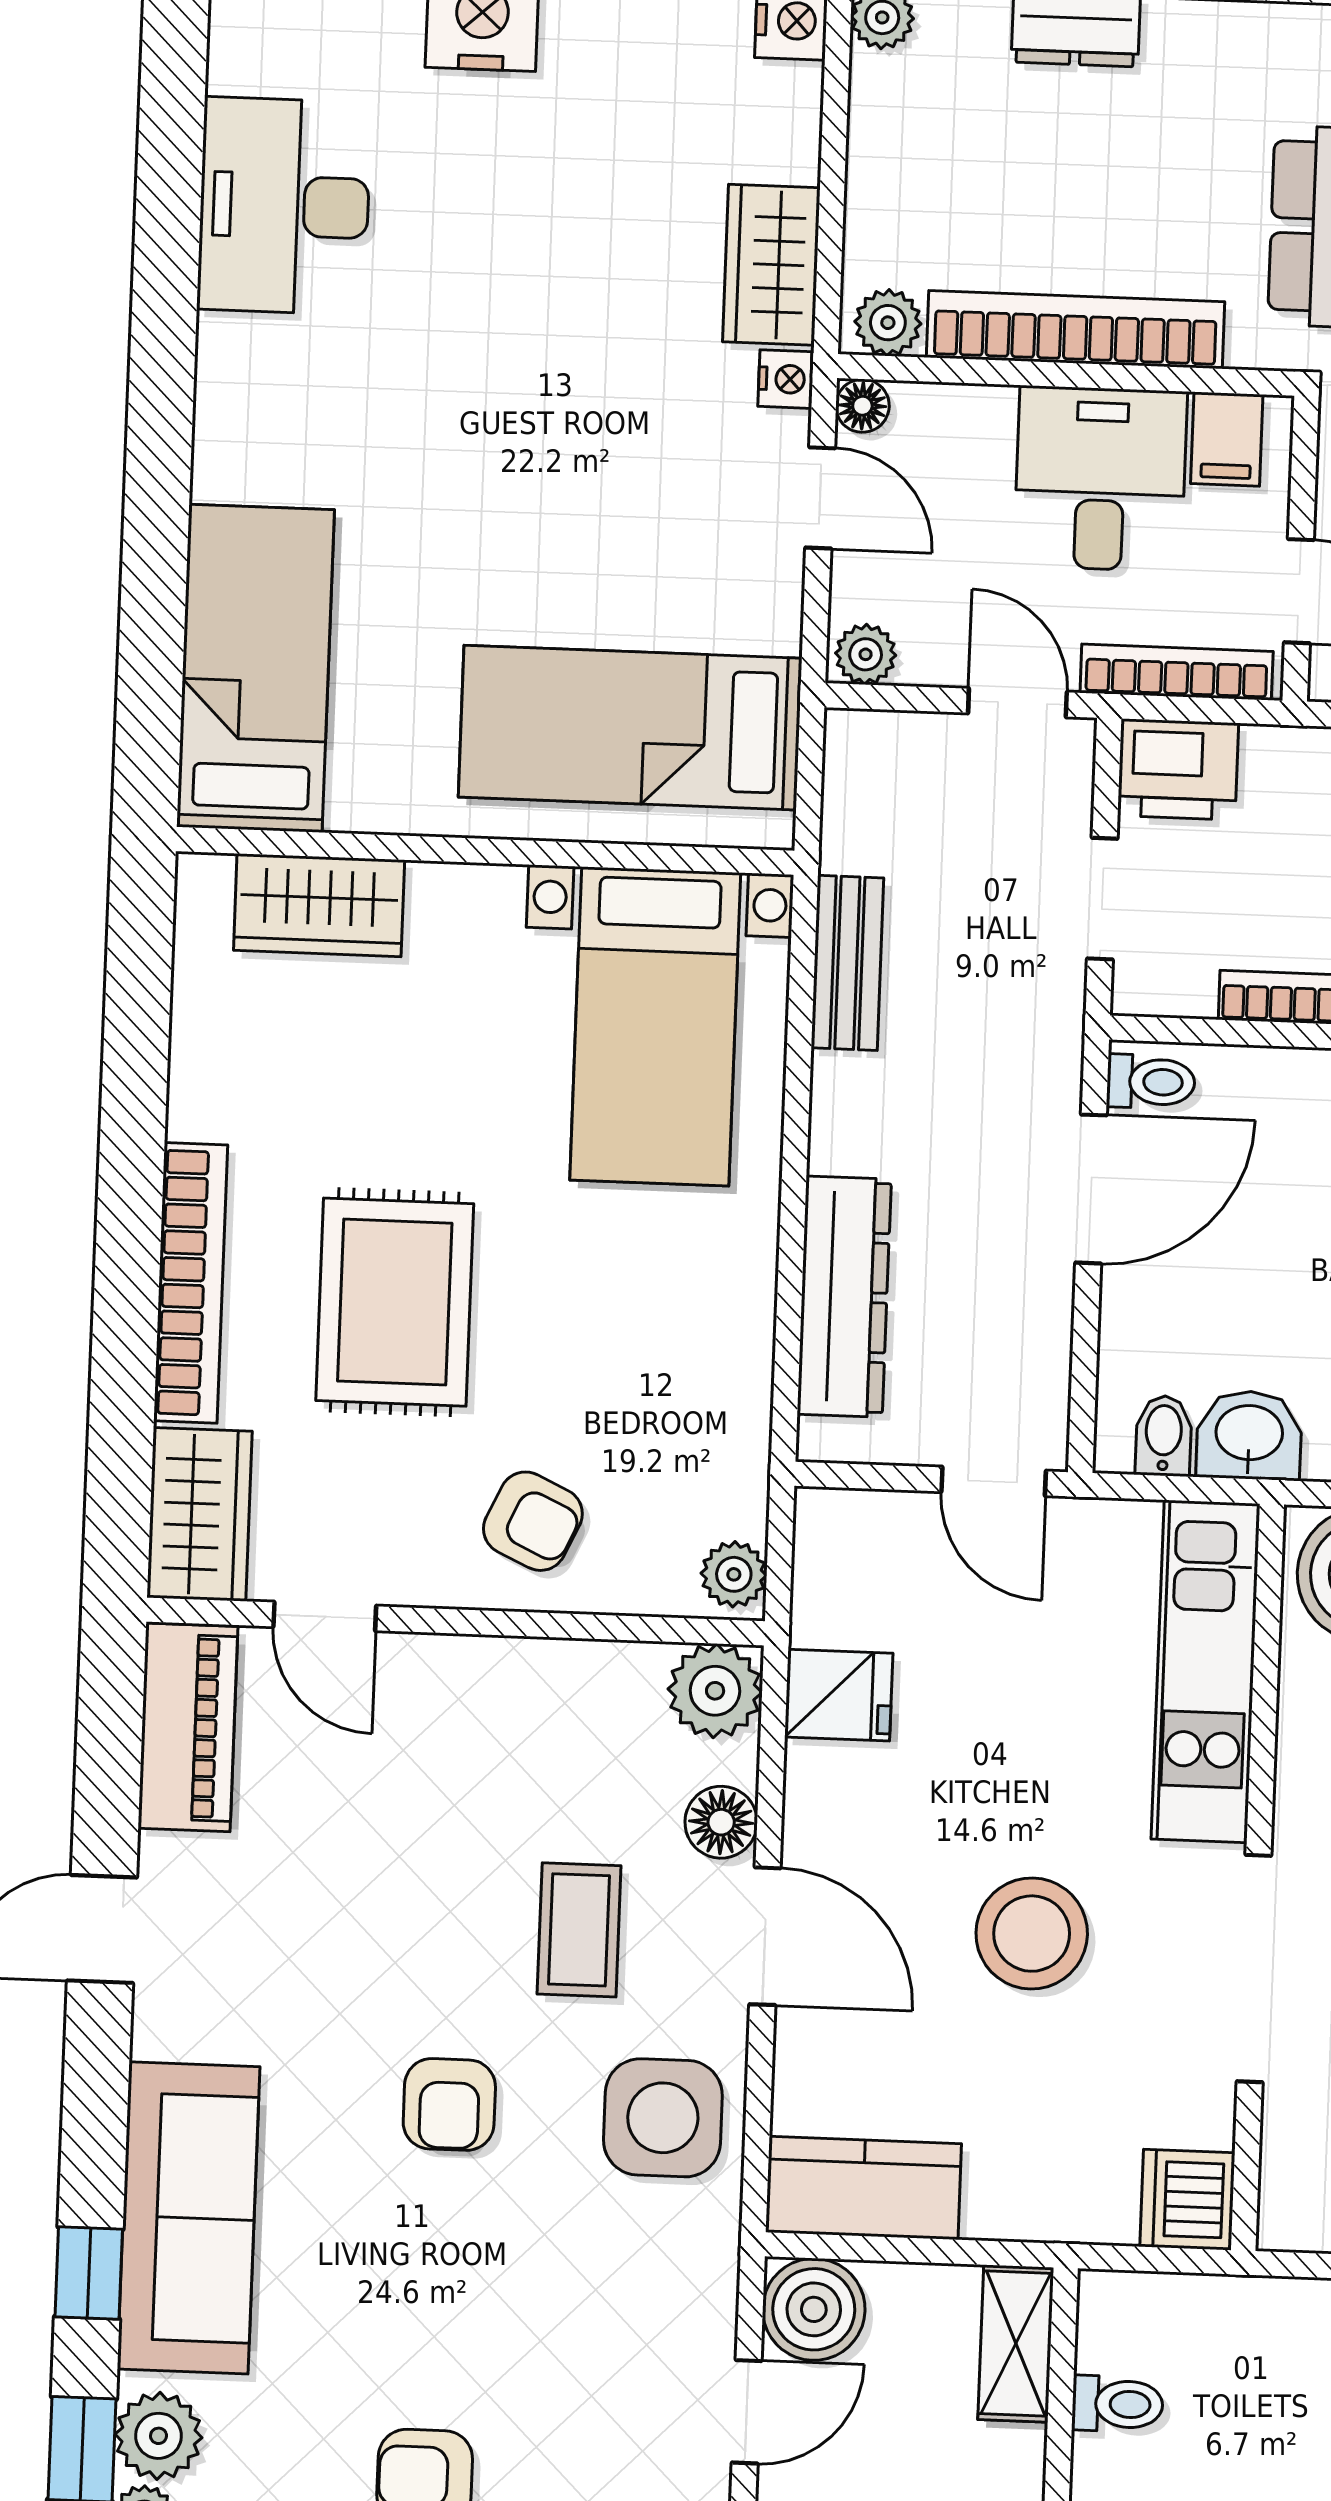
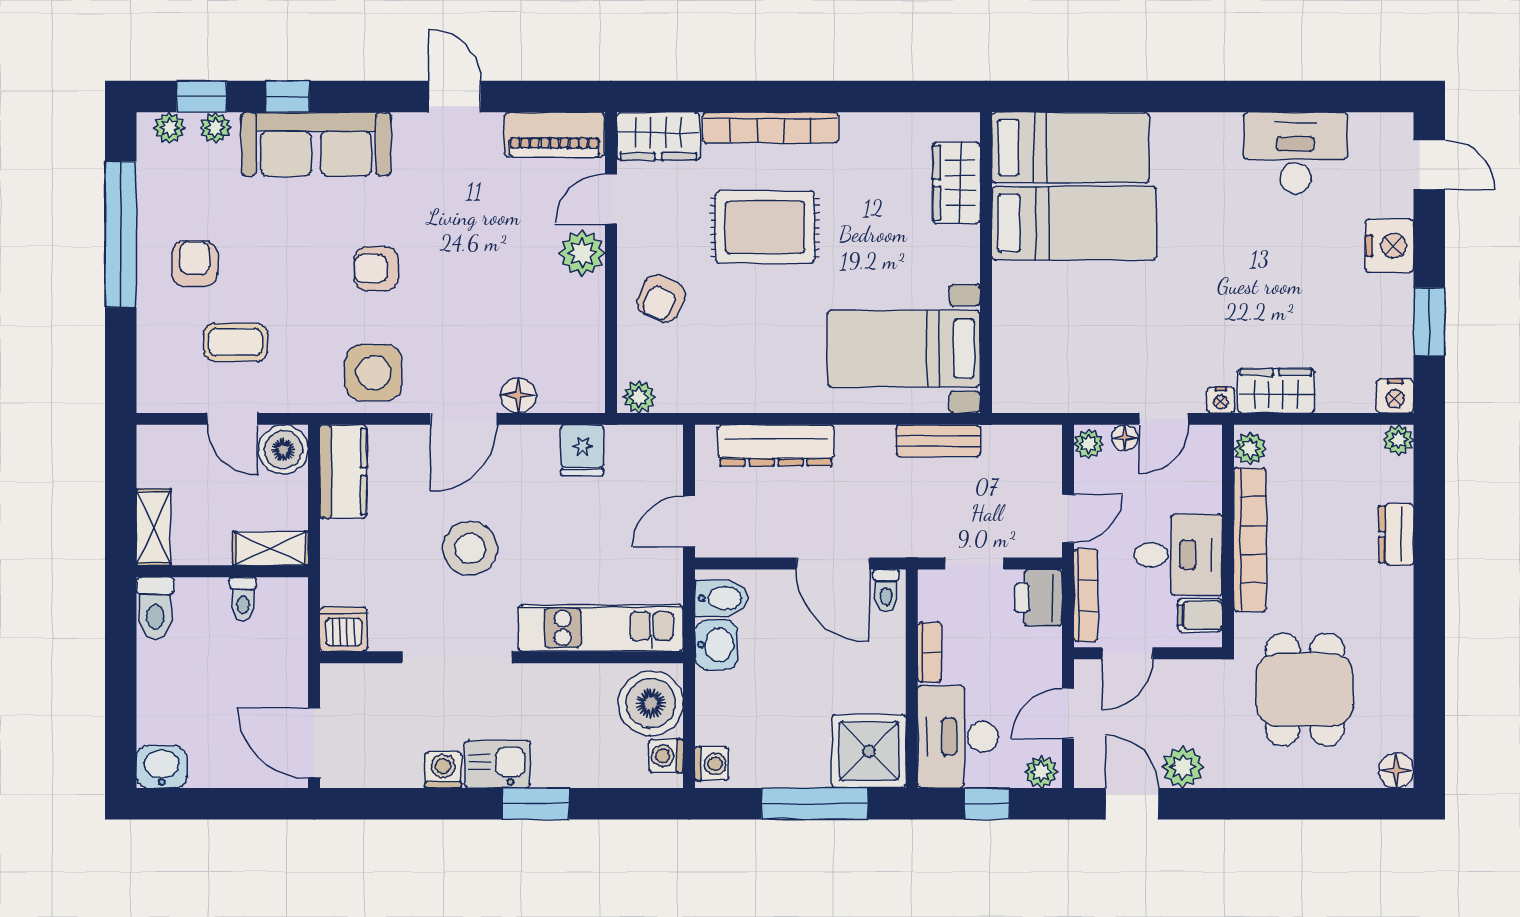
floor lamp: (862, 406) -> (1125, 438), moved
bed: (630, 728) -> (1074, 223), moved, turned 90
bidet: (1164, 1436) -> (721, 598), width x1.38, depth x1.36
plant: (715, 1691) -> (582, 253), moved
coffee table: (579, 1930) -> (236, 342), moved
plant: (158, 2436) -> (215, 128), width x0.73, depth x0.73

